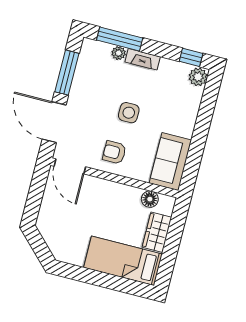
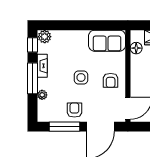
window: (120, 39) -> (32, 78), moved
fireplace: (143, 59) -> (42, 66), moved
armchair: (86, 92) -> (74, 110), added

